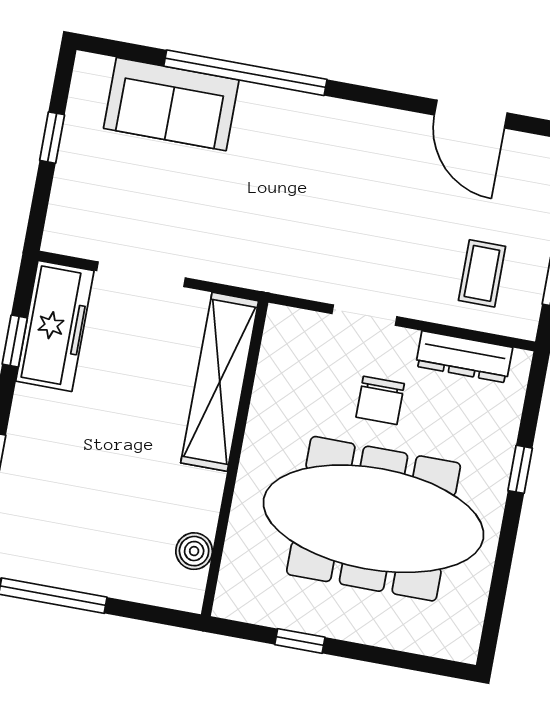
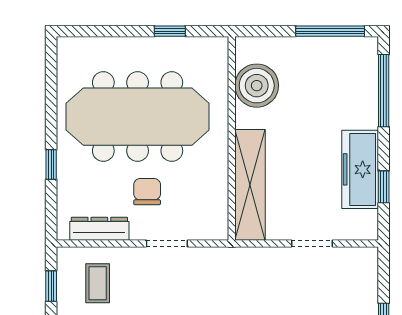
doorway: (141, 274) -> (312, 243), width x0.73
freezer: (55, 326) -> (360, 169), moved
boiler: (194, 551) -> (257, 86), width x1.86, depth x1.86

